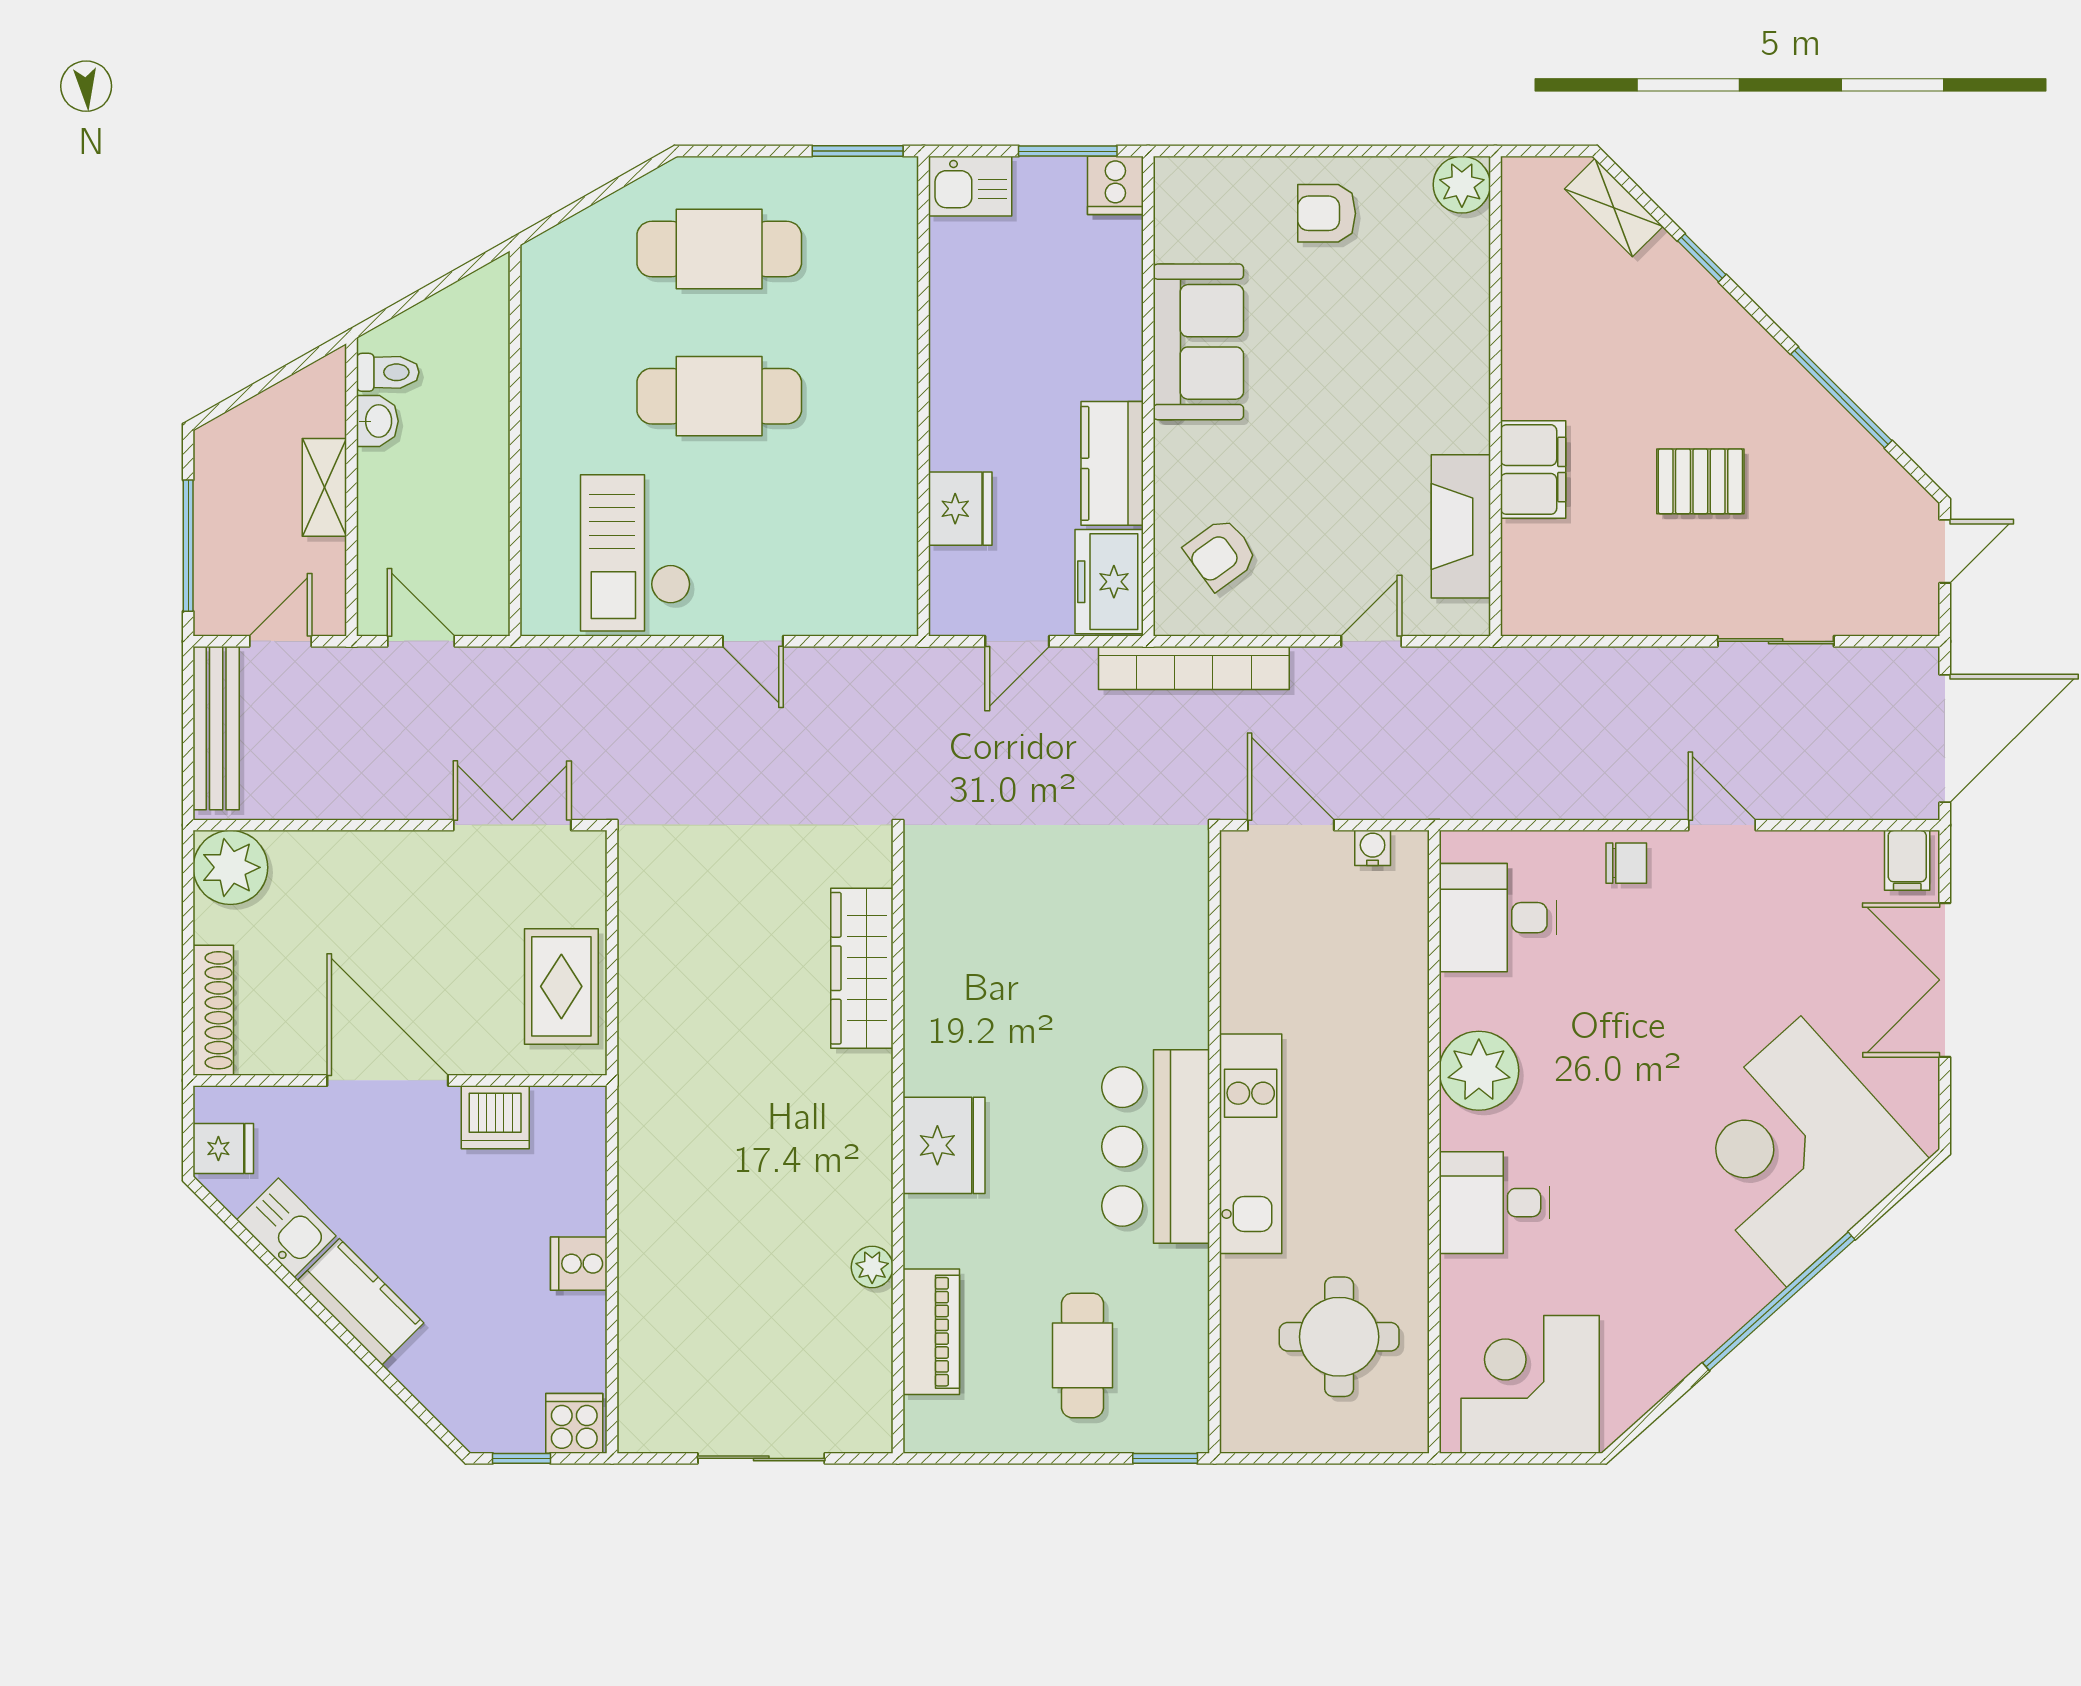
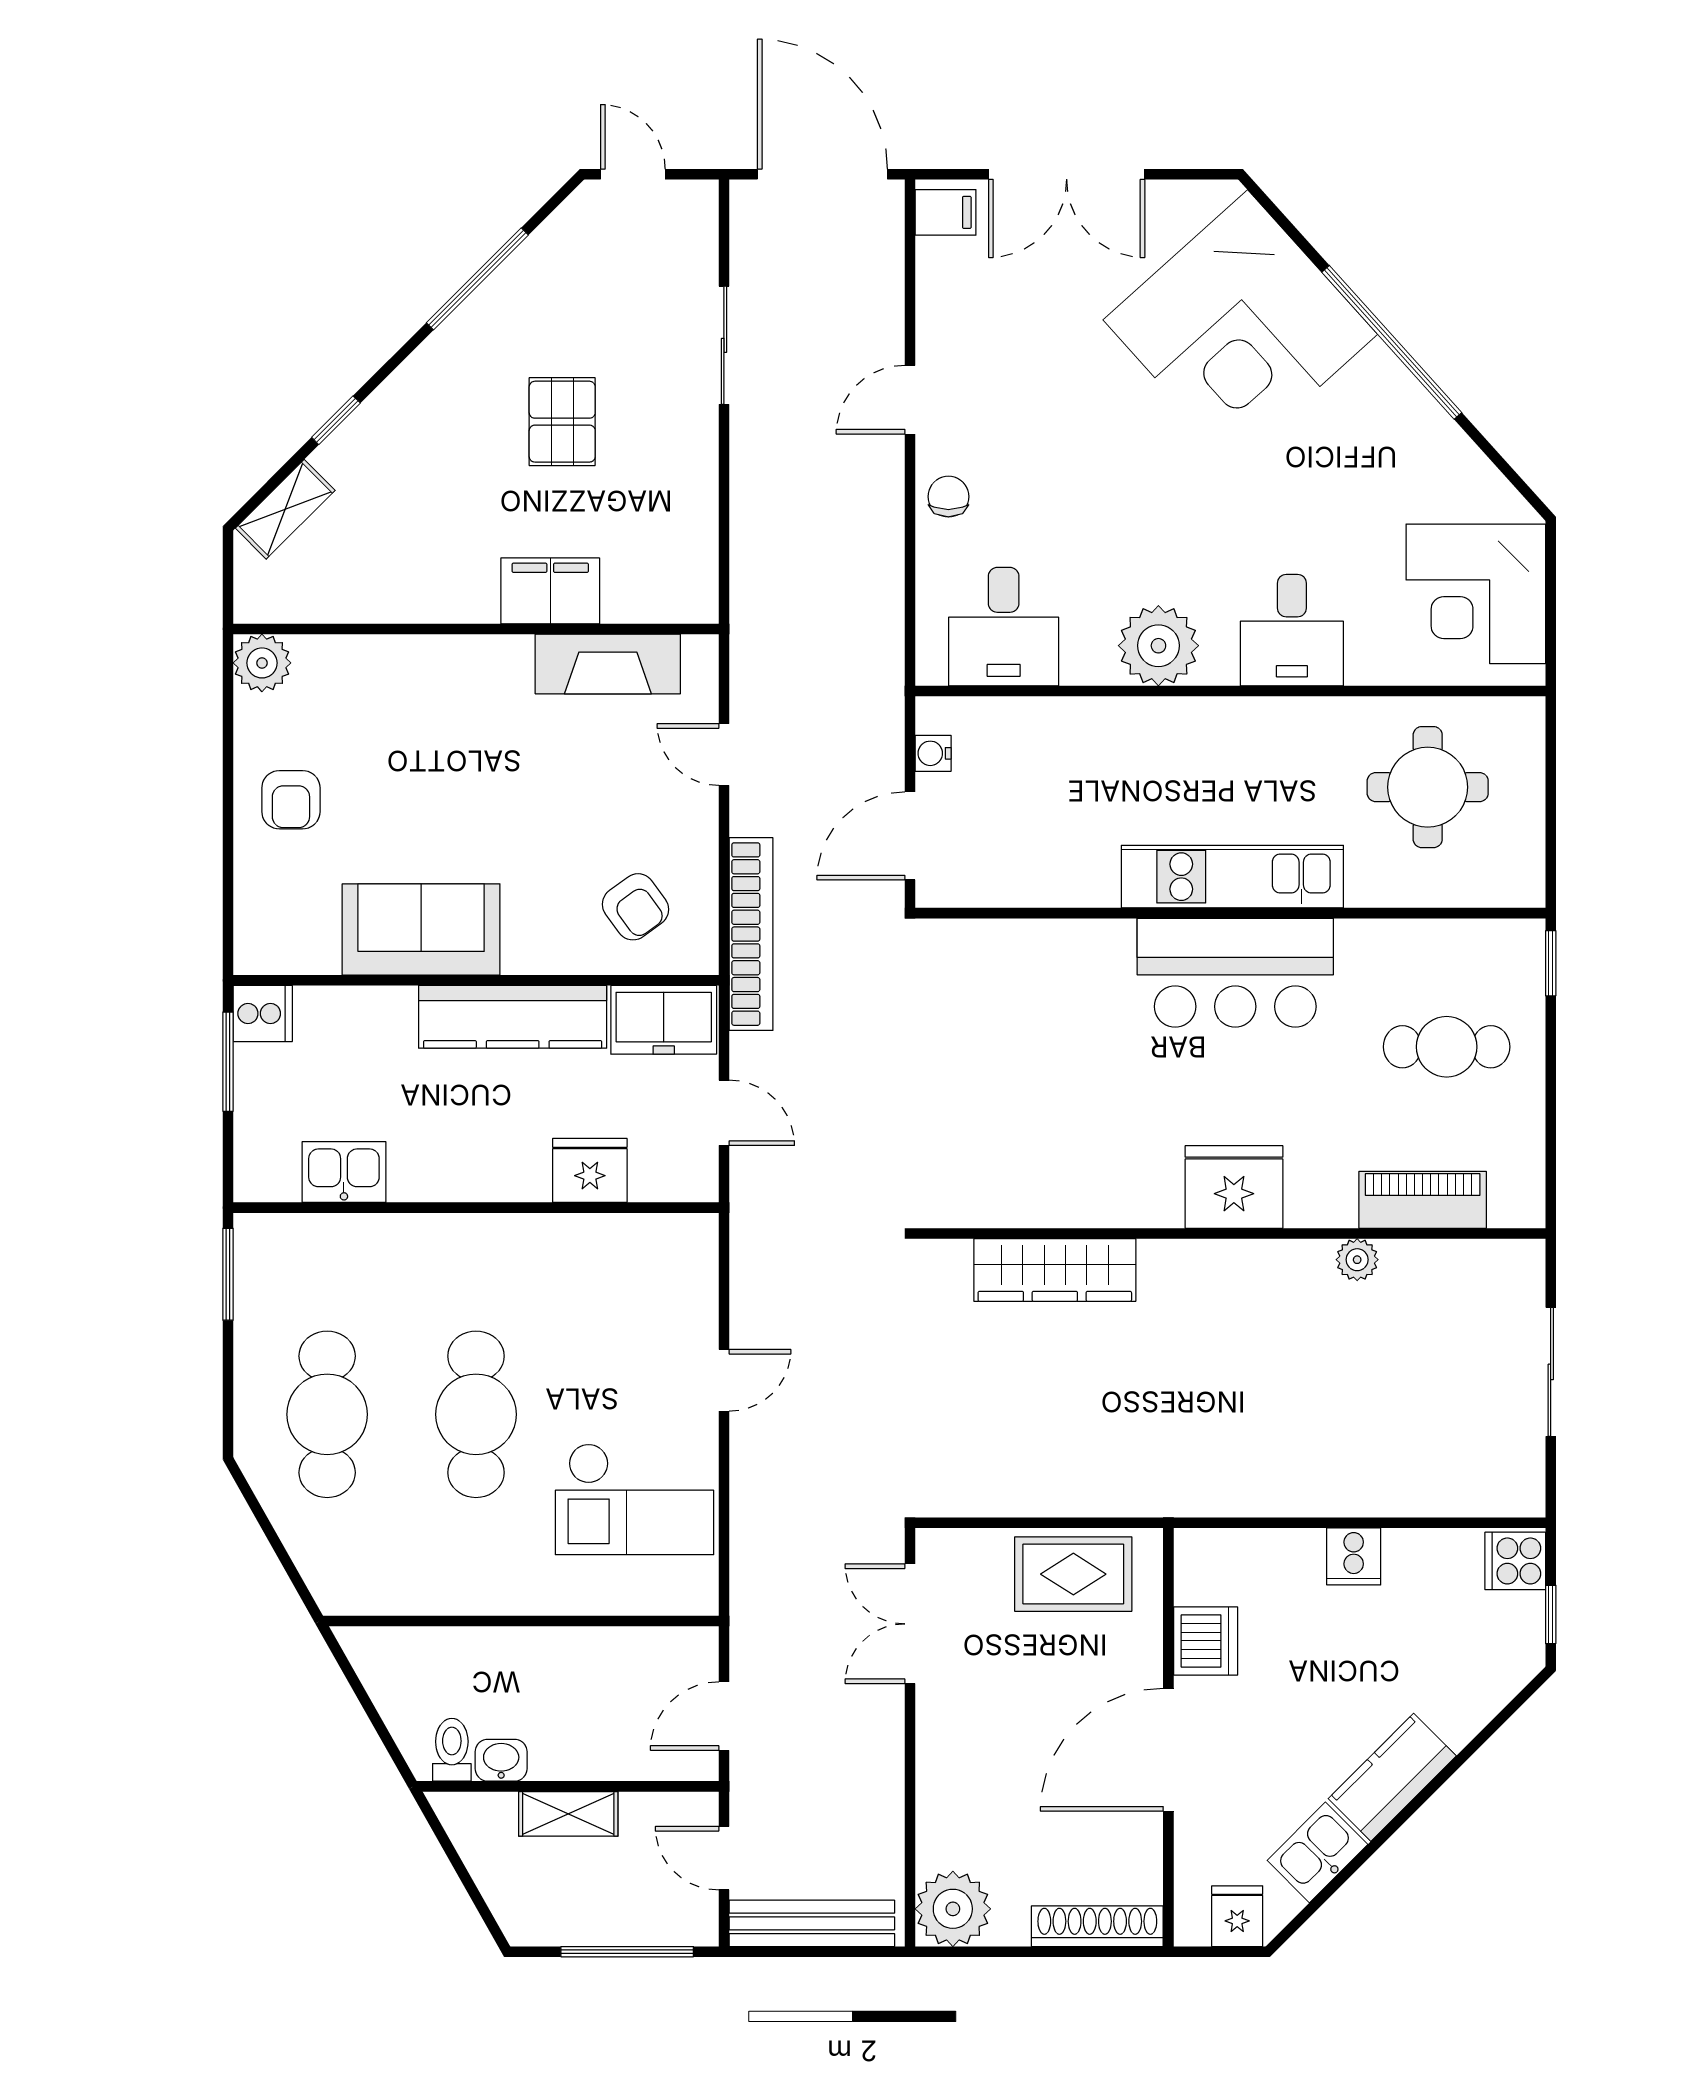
kitchen sink: (970, 186) -> (344, 1172), moved, turned -90
kitchen counter: (1112, 463) -> (513, 1017), width x1.50

